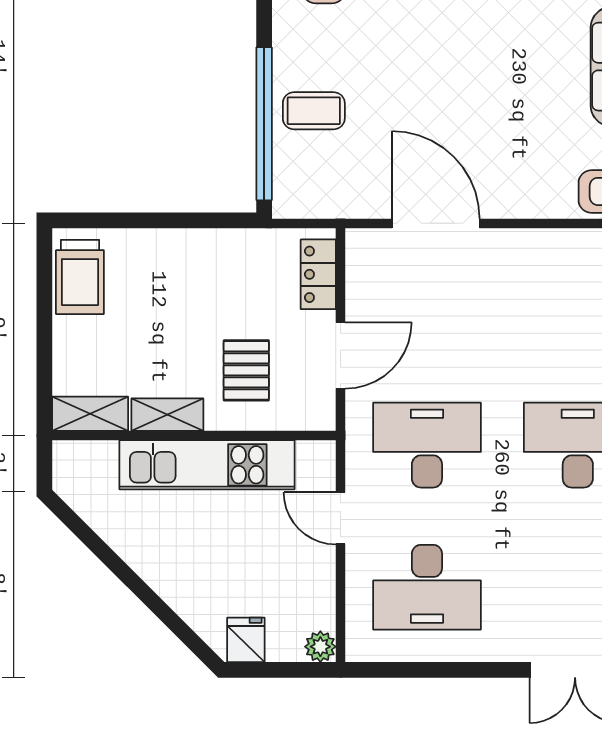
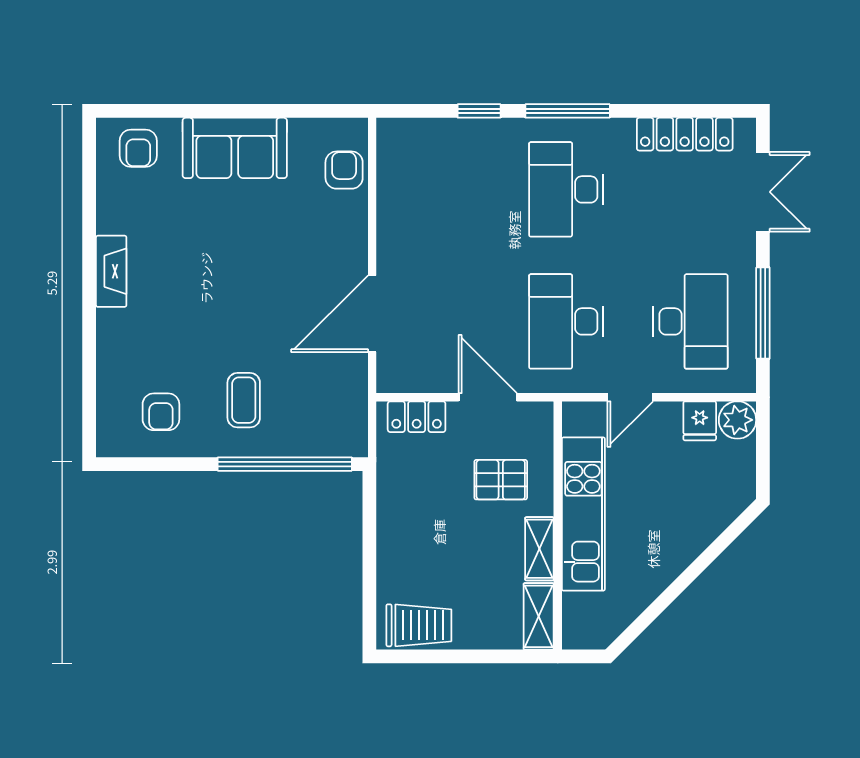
coffee table: (314, 111) -> (244, 400), moved
fridge: (246, 640) -> (700, 421), moved, turned -90
plant: (320, 647) -> (737, 420), width x1.38, depth x1.38
window: (437, 670) -> (763, 313), added

